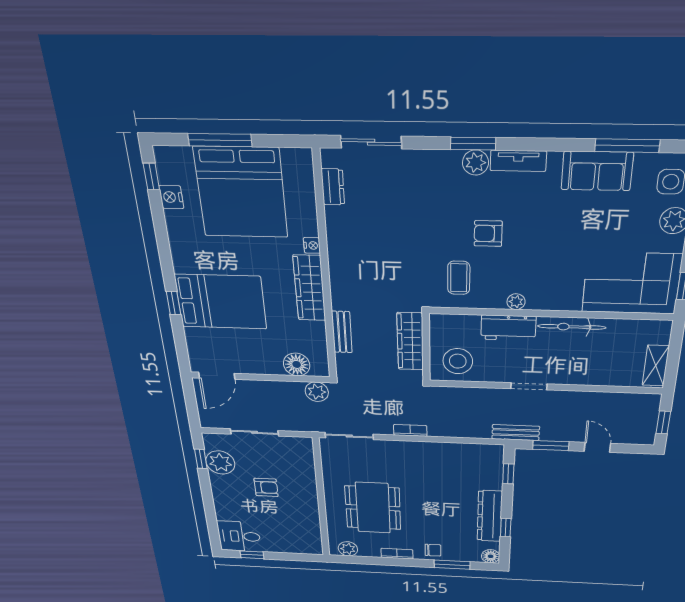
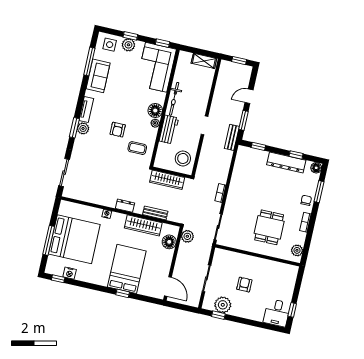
dresser: (333, 187) -> (125, 206), moved
wardrobe: (309, 288) -> (143, 225), moved
floor lamp: (542, 297) -> (155, 111), added
dining table: (373, 508) -> (269, 227), width x0.73

